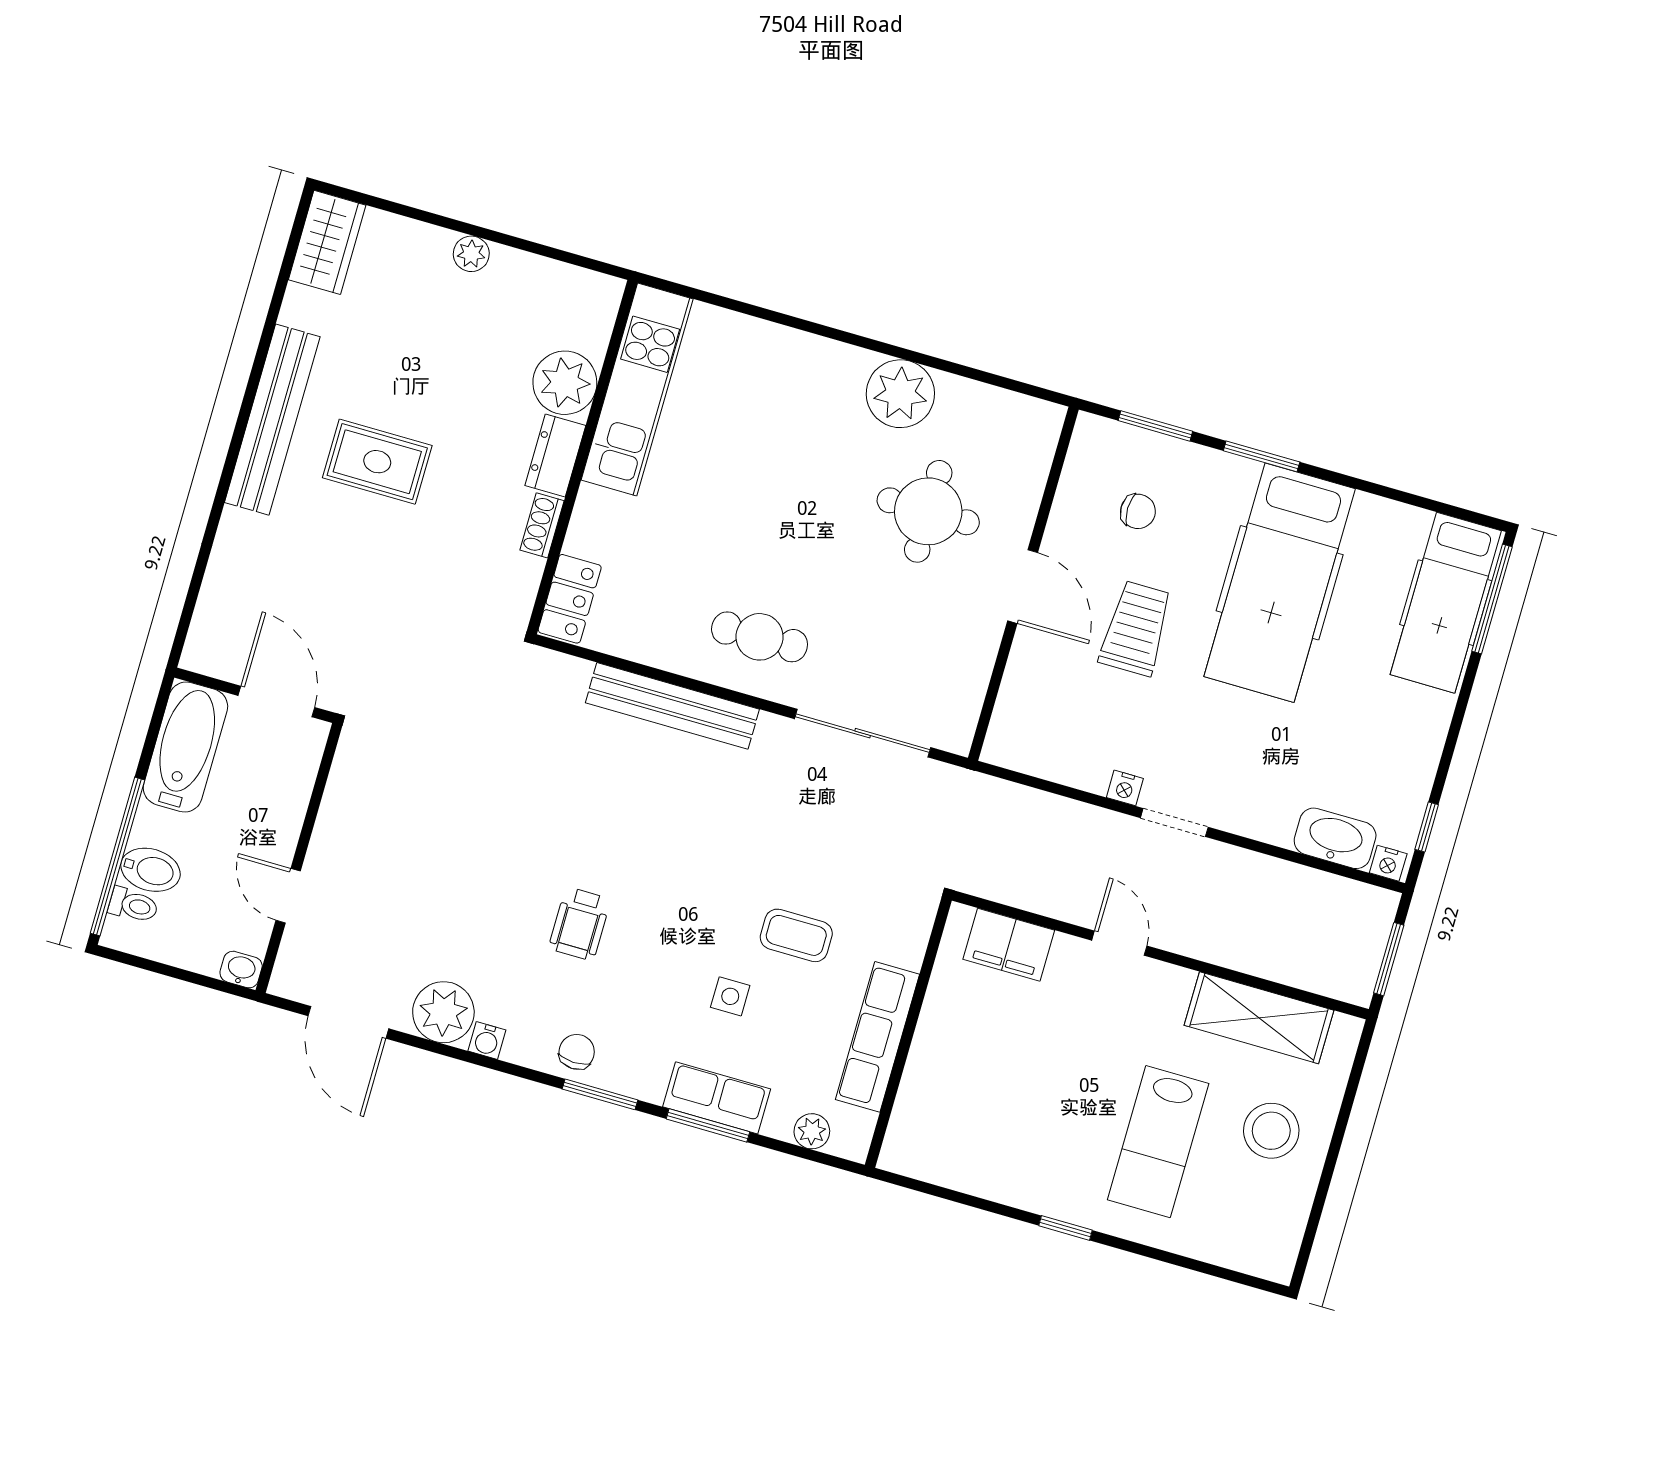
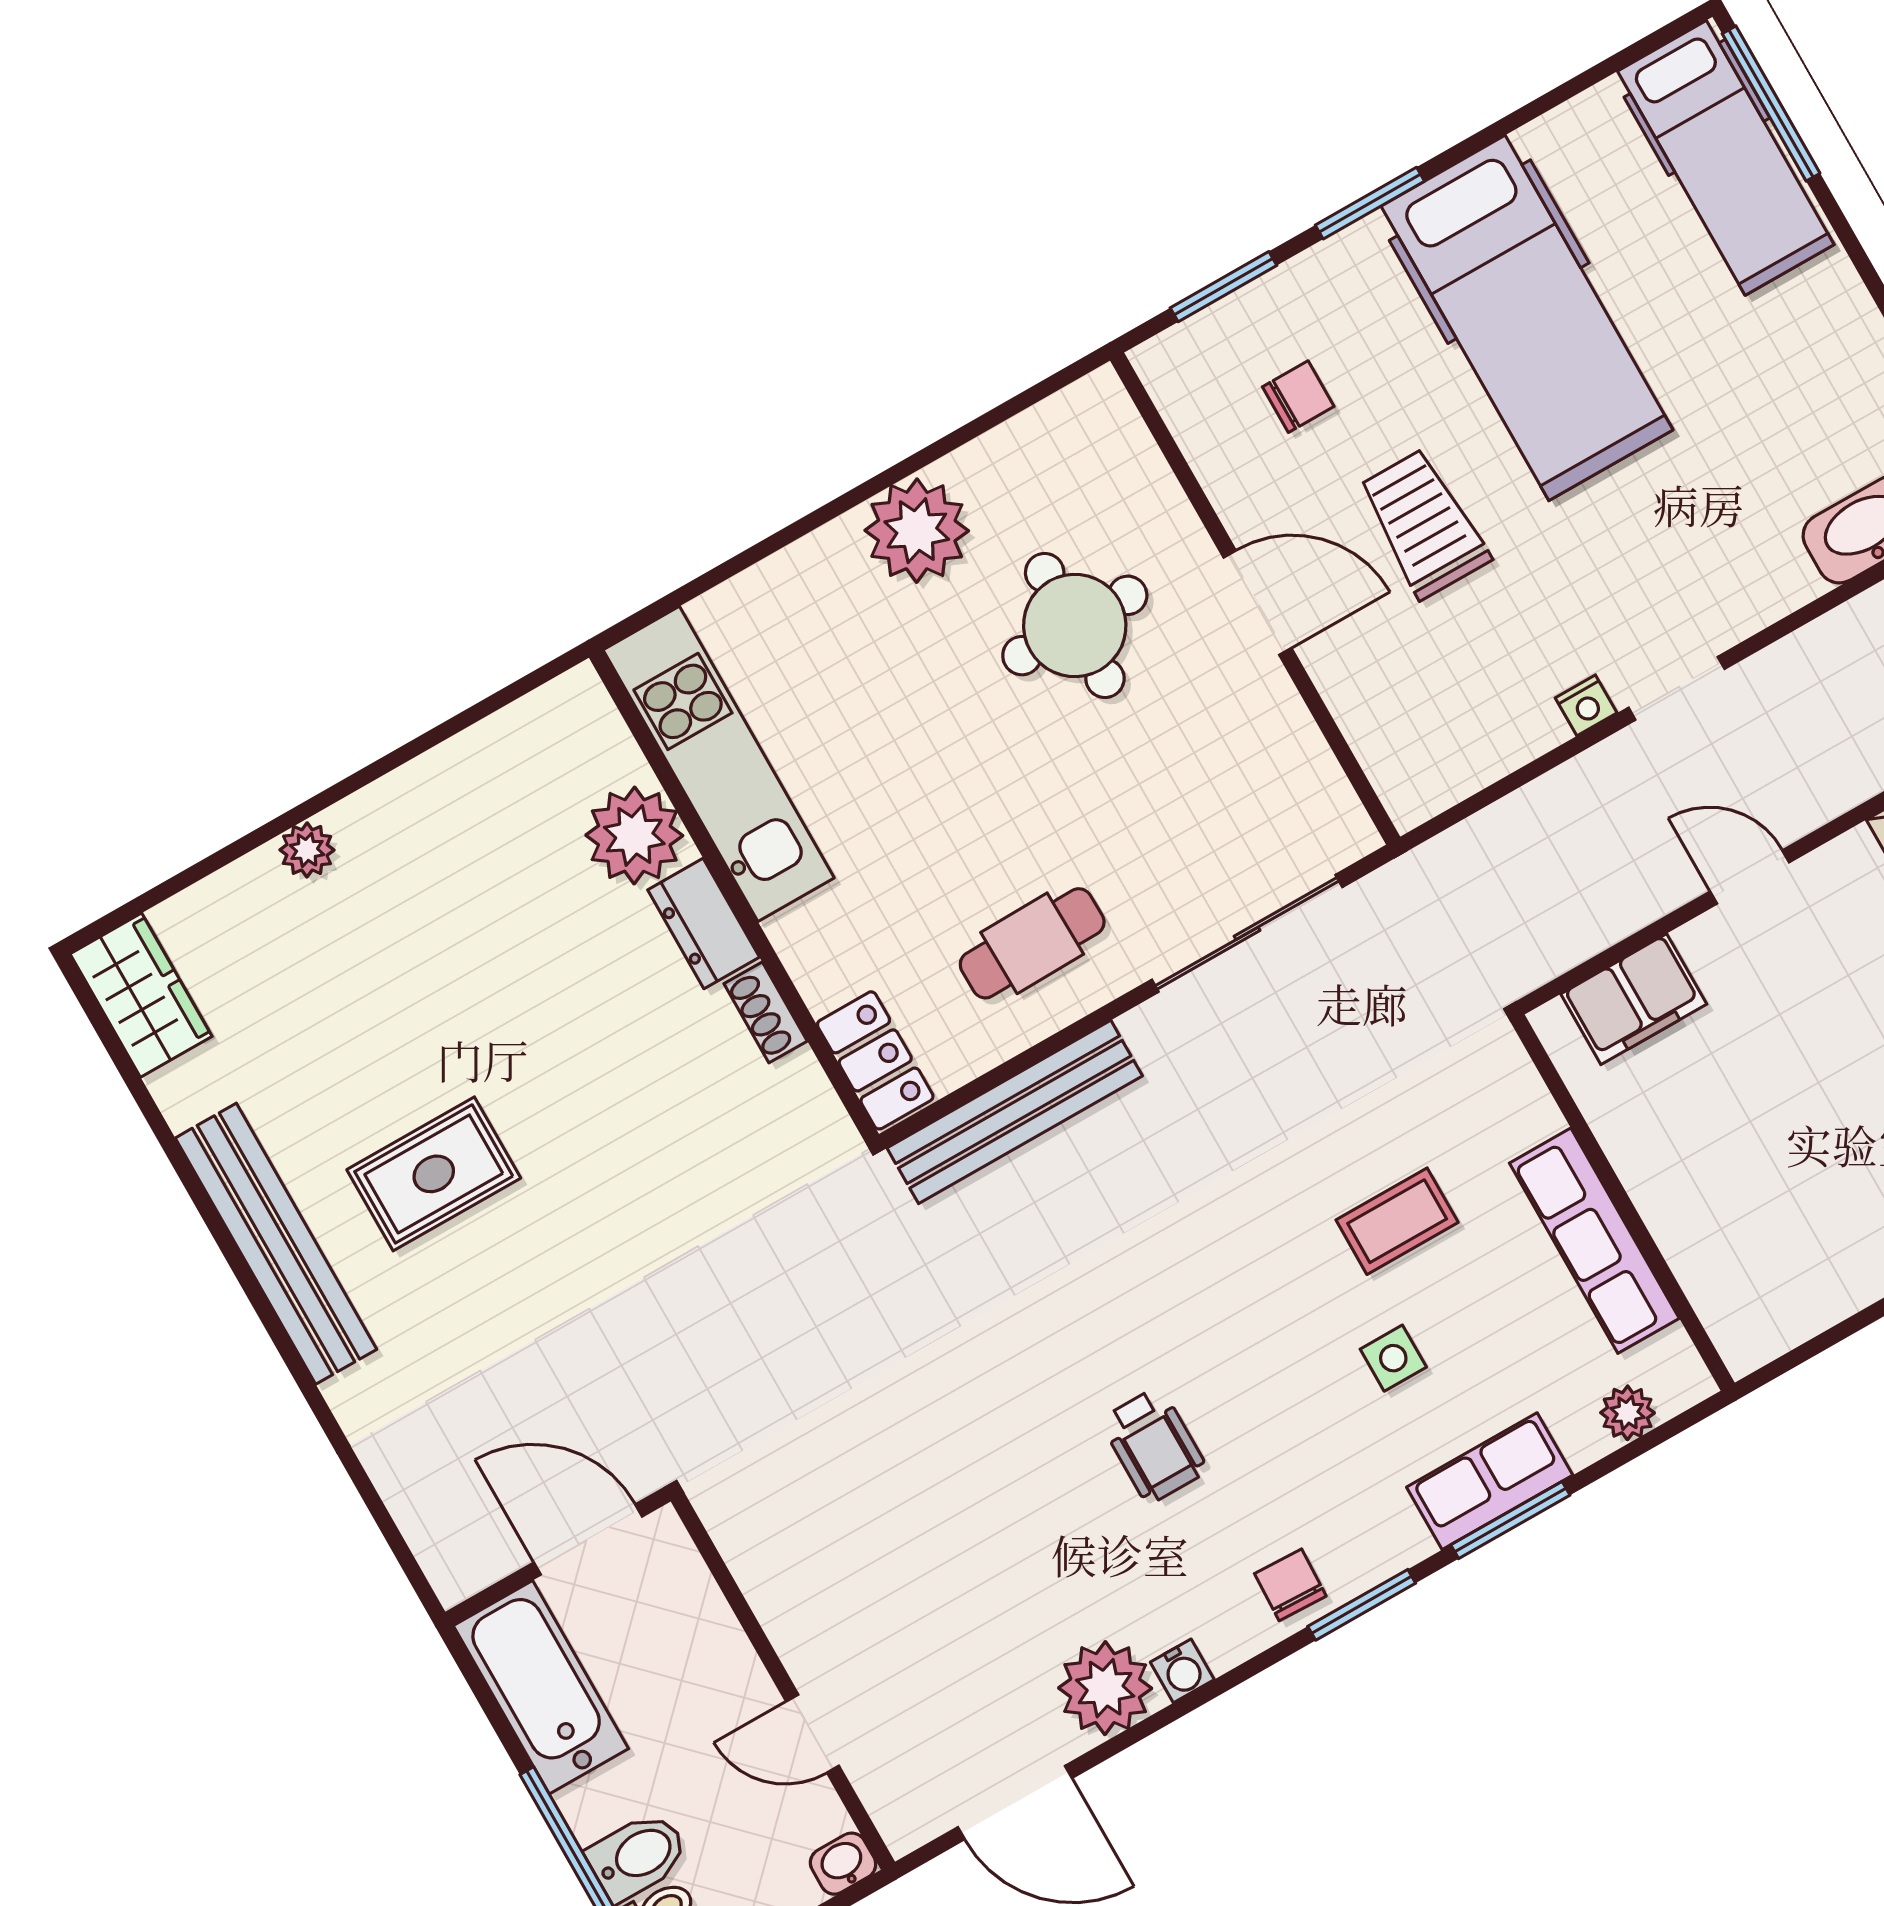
plant: (565, 383) -> (634, 835), moved
kitchen unit: (637, 389) -> (719, 764), moved
dresser: (555, 456) -> (704, 924), moved
wall: (582, 457) -> (734, 896), moved
shoe rack: (542, 525) -> (766, 1012), moved
locker: (570, 599) -> (875, 1060), moved

